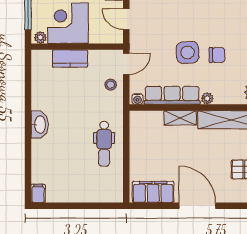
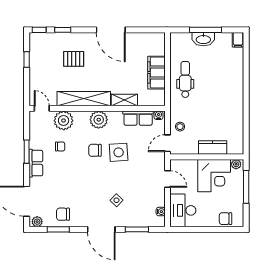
row of seats: (172, 95) -> (138, 118), width x0.68
plant: (207, 98) -> (99, 120), width x1.88, depth x1.88
washbasin: (40, 125) -> (203, 39), moved, turned -90
filing cabinet: (153, 192) -> (156, 73), moved, turned 90
window: (79, 206) -> (206, 30), added

